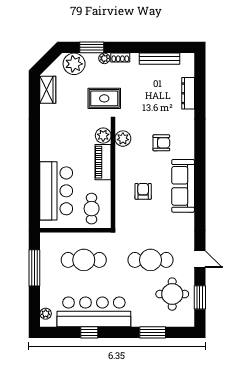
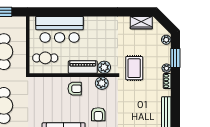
plant: (74, 64) -> (166, 40), width x0.53, depth x0.53
armchair: (143, 191) -> (75, 89), moved

